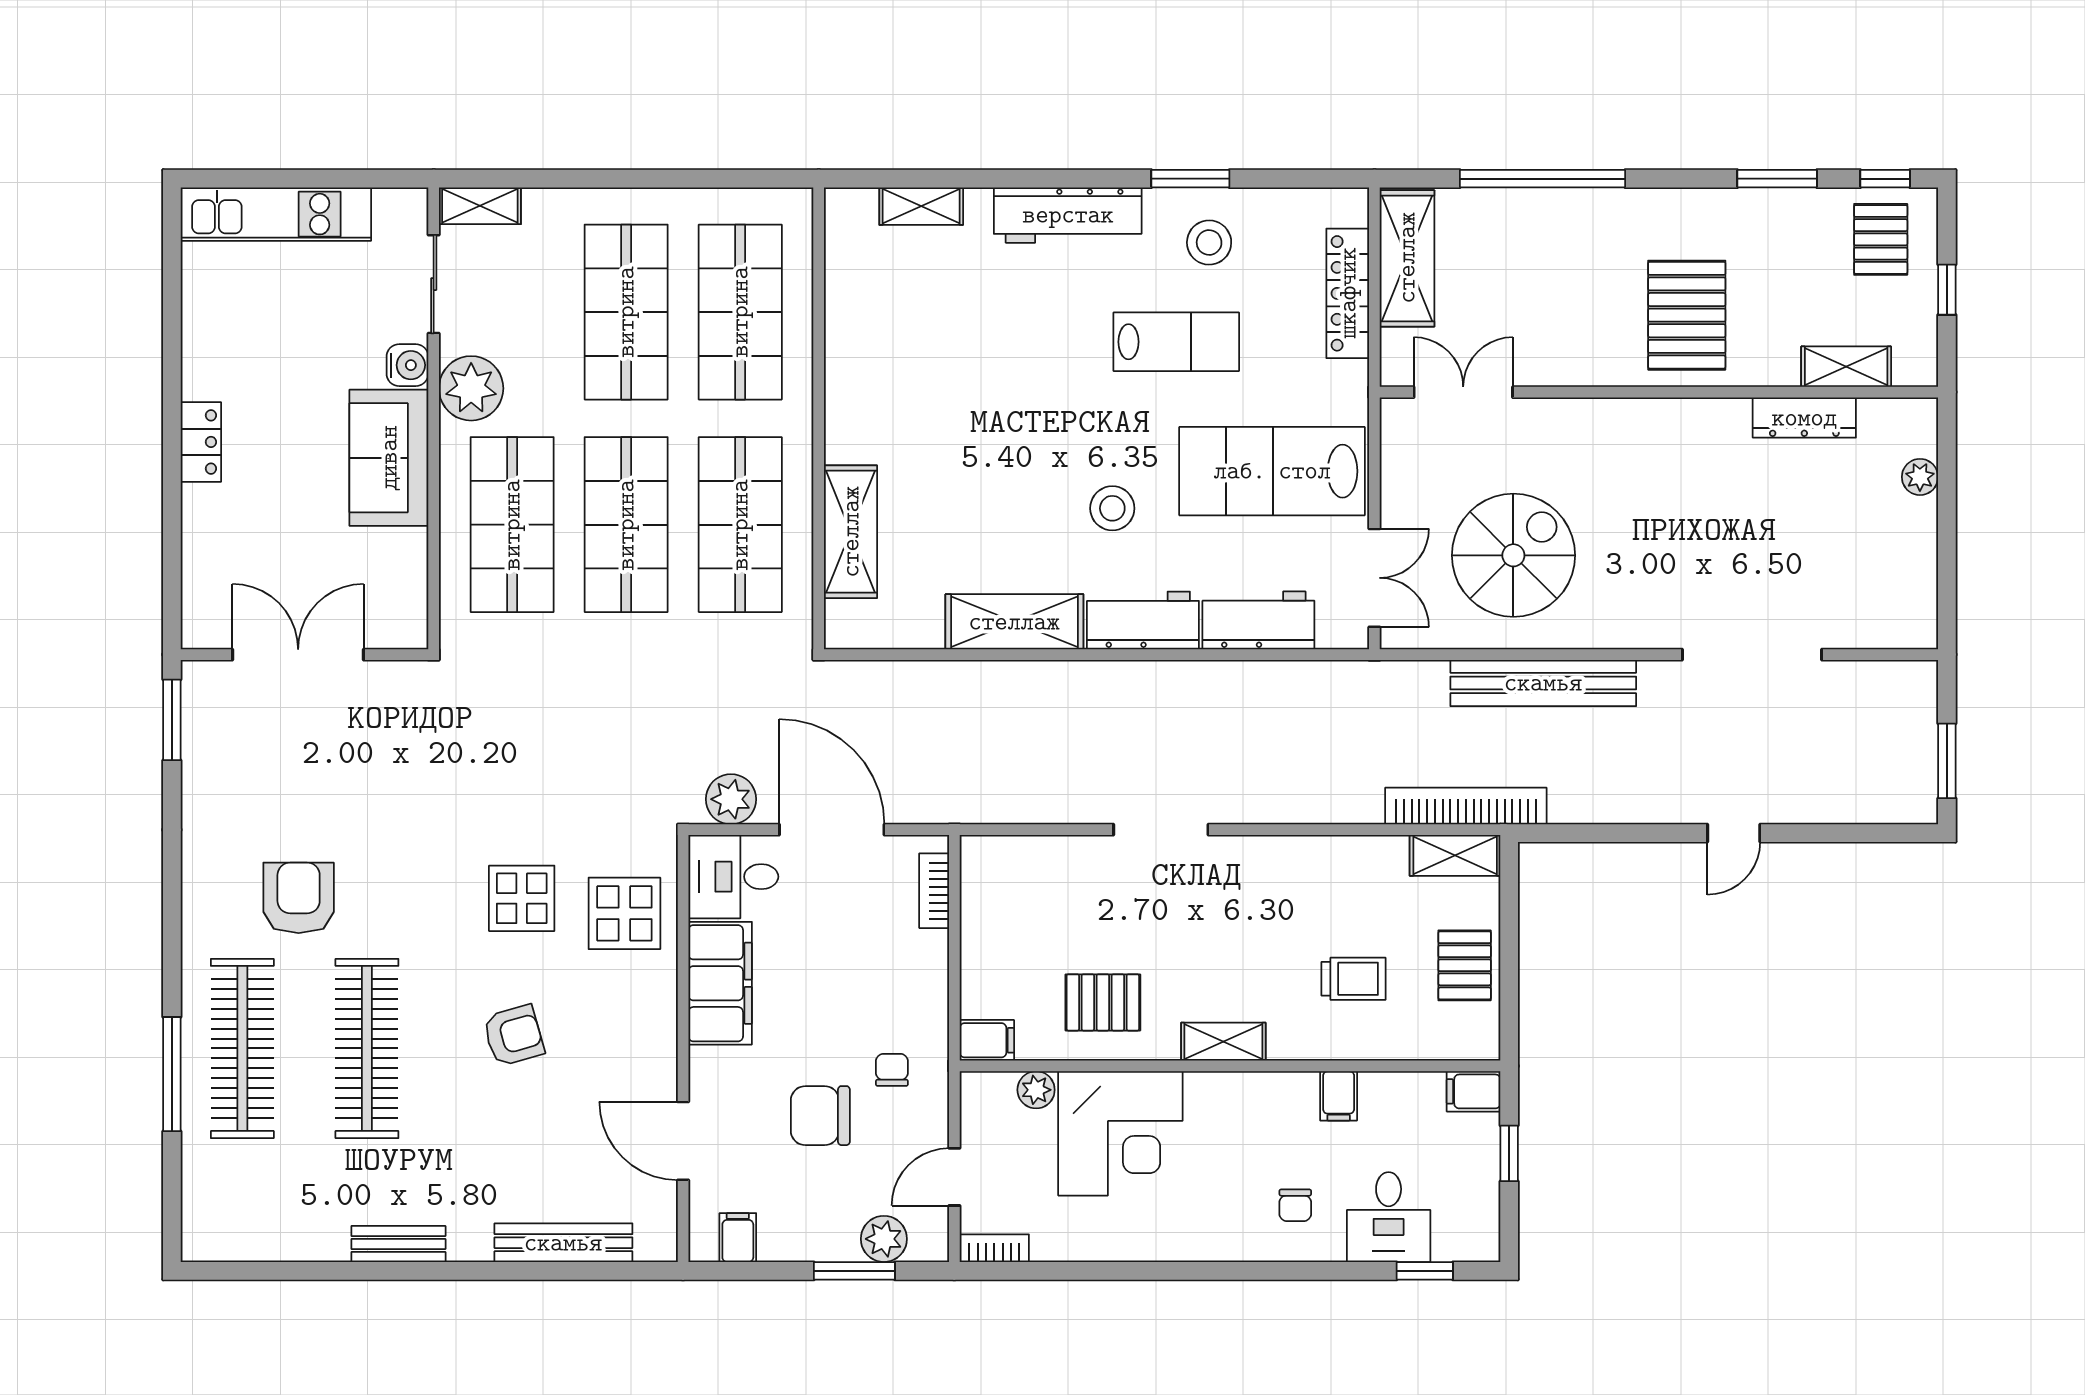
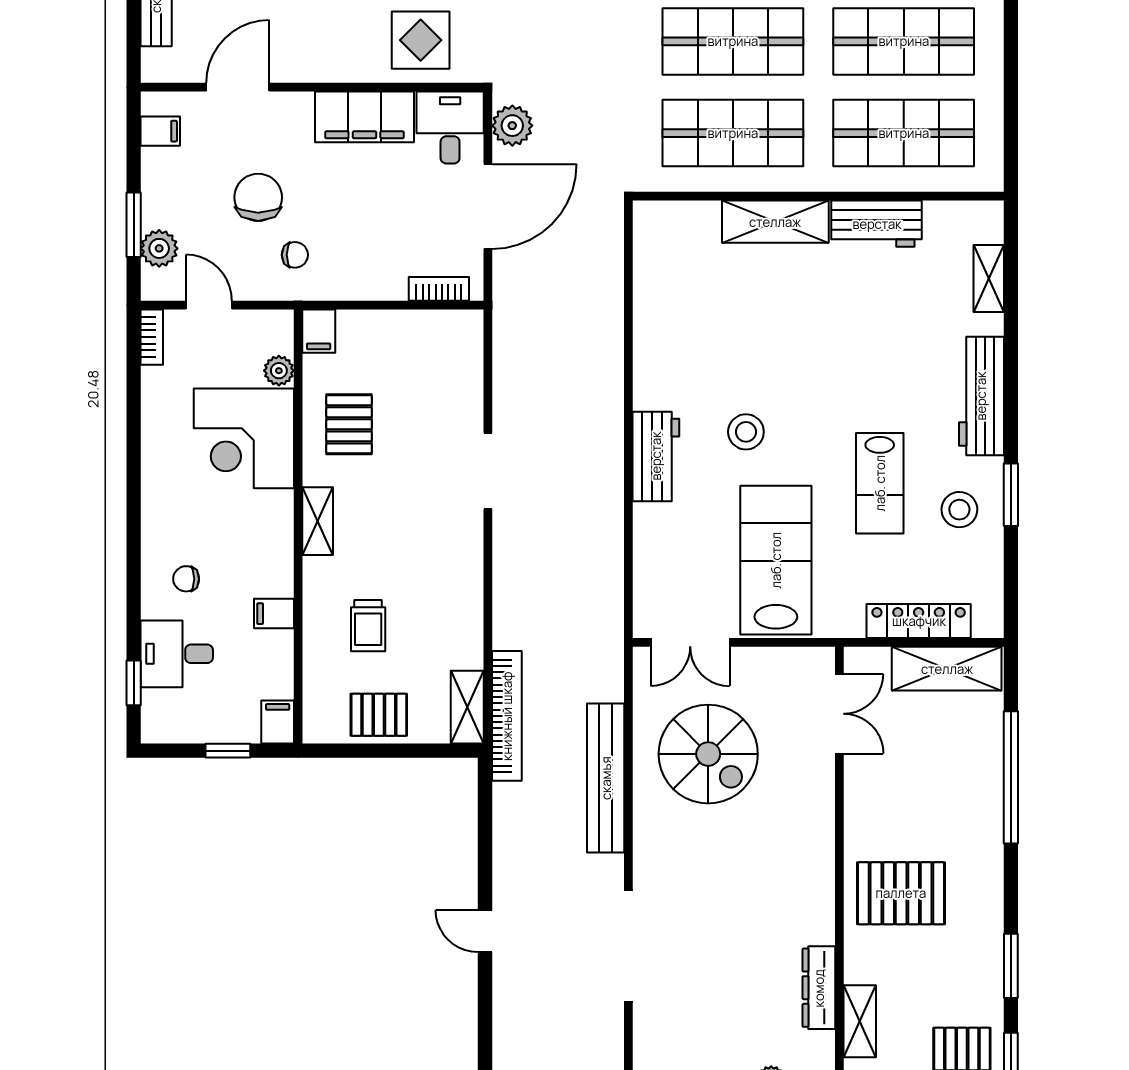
shelving: (851, 532) -> (775, 222), moved
workbench: (1258, 620) -> (877, 224), moved, turned 90
shelving: (1014, 622) -> (655, 353), removed

